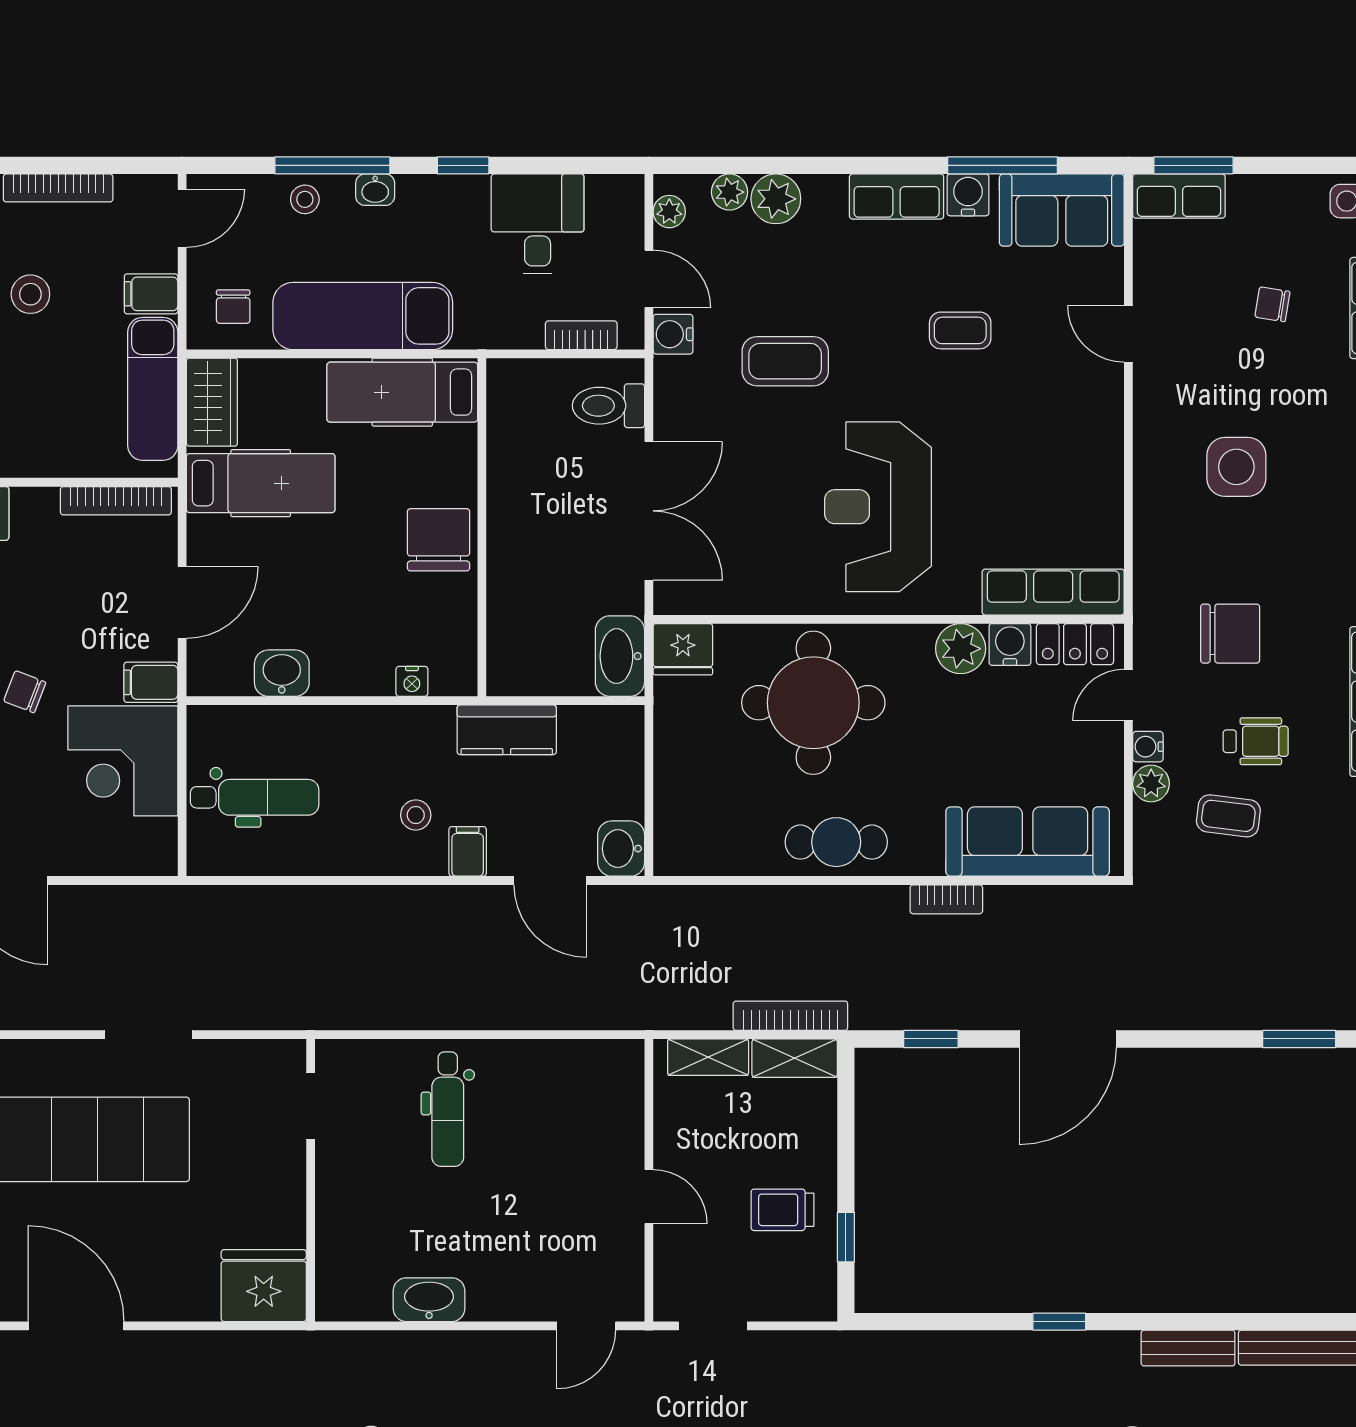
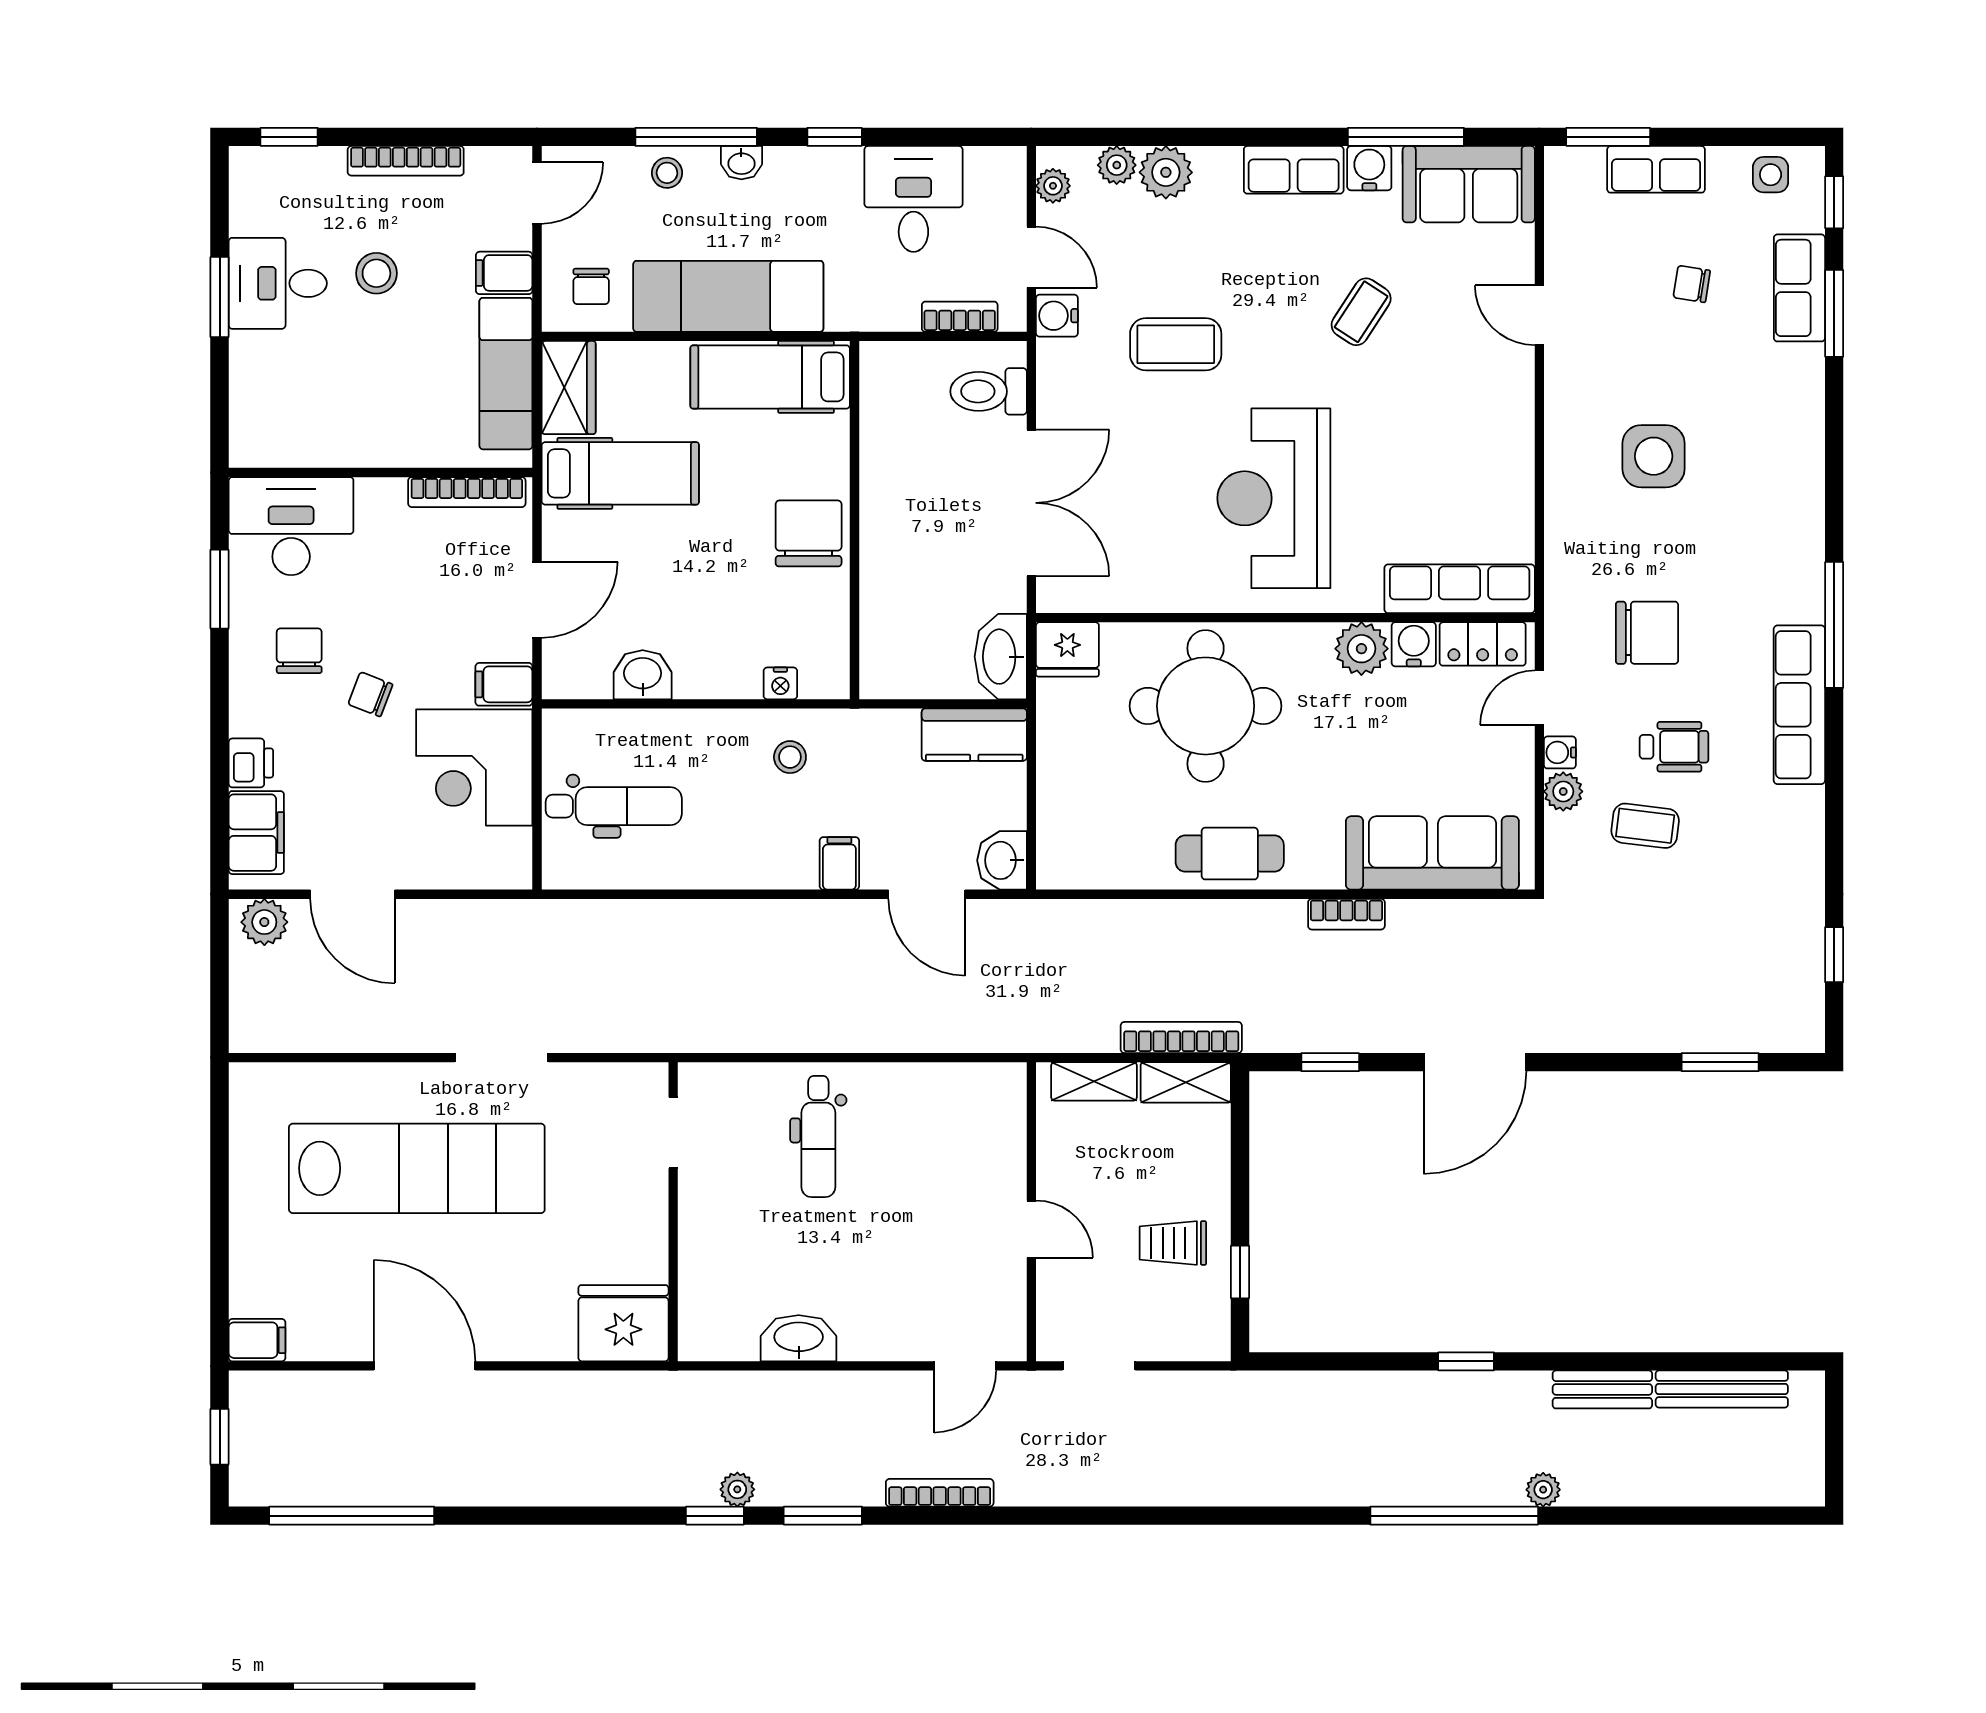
row of seats: (1179, 196) -> (1656, 169), moved
coffee table: (960, 330) -> (1361, 312), turned -57
kitchen counter: (507, 730) -> (974, 735), moved
stool: (416, 815) -> (790, 757), moved

